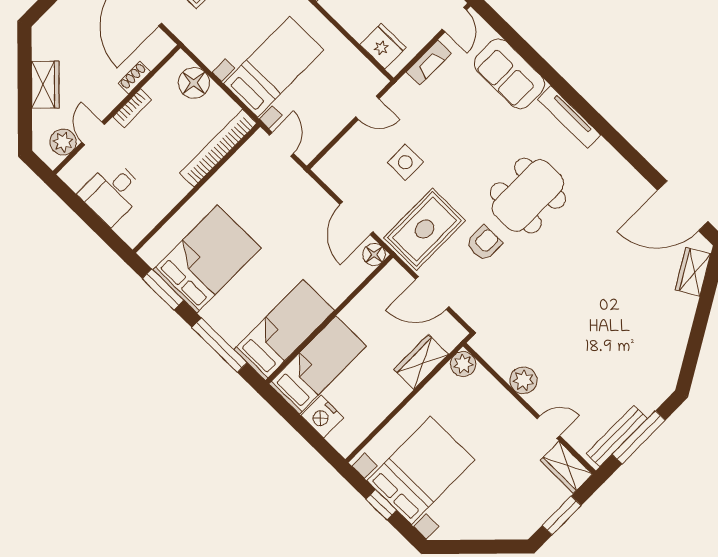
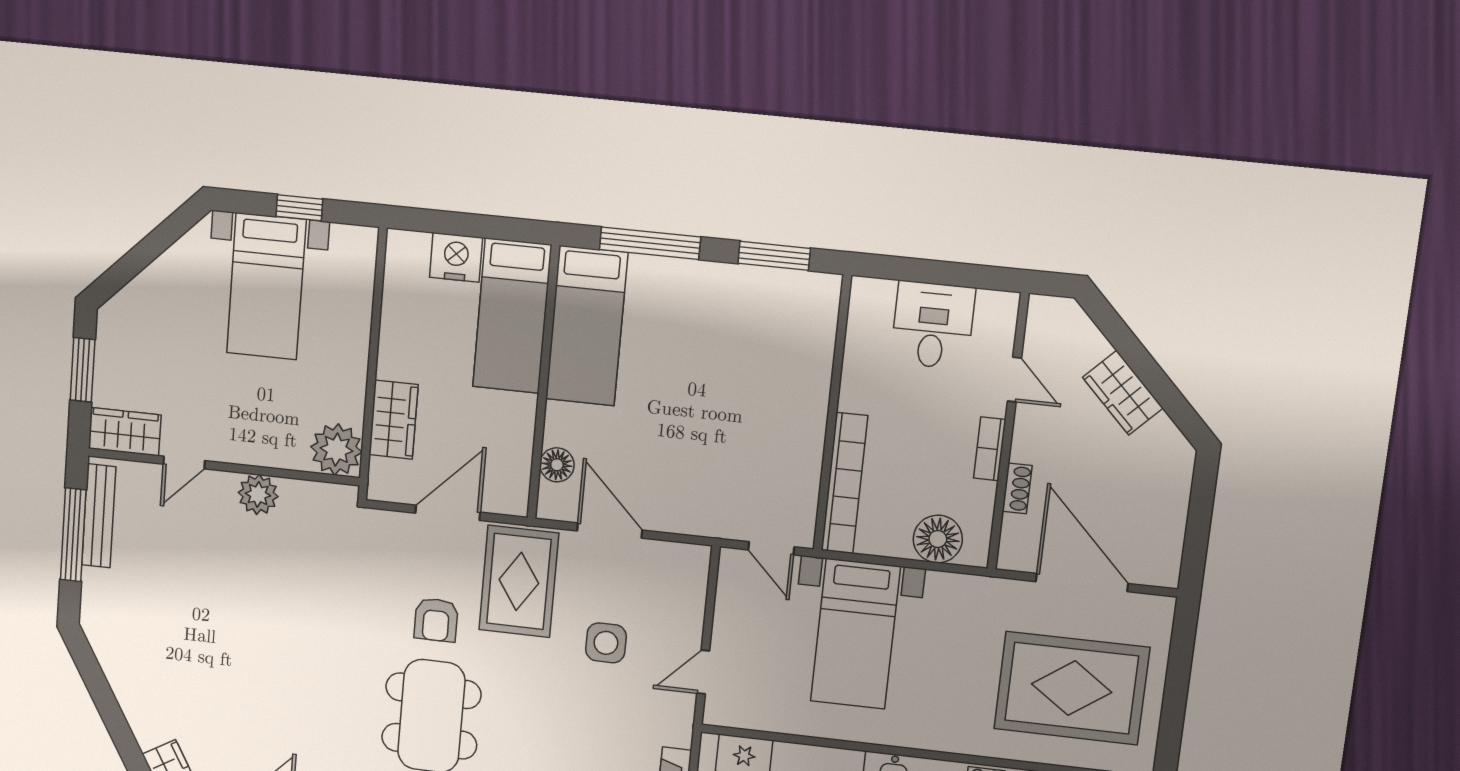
plant: (63, 142) -> (1044, 339), removed
floor lamp: (374, 255) -> (557, 465), moved
bed: (207, 259) -> (750, 337), removed
plant: (463, 364) -> (336, 450), width x1.36, depth x1.36
bed with nightstands: (421, 470) -> (266, 286), width x0.73

